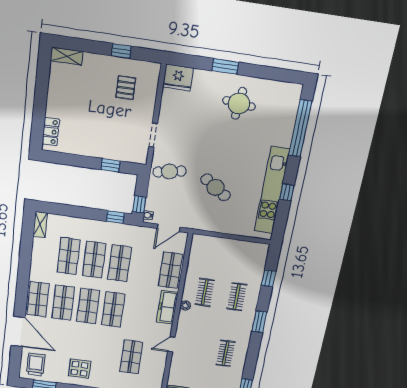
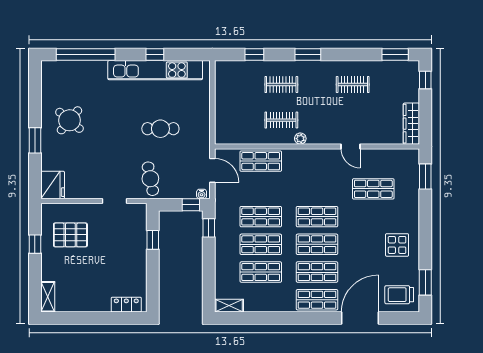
pallet: (126, 88) -> (70, 235), width x1.50, depth x1.42
round table: (239, 103) -> (69, 120), turned 34
cafe table: (216, 187) -> (160, 129), turned 55
freezer: (167, 307) -> (305, 158), removed

